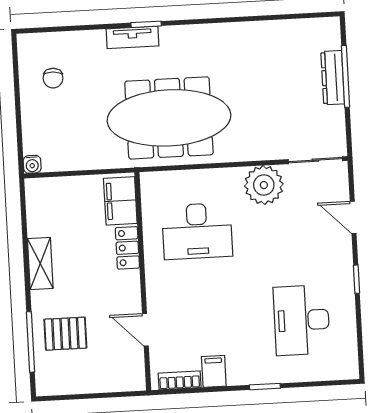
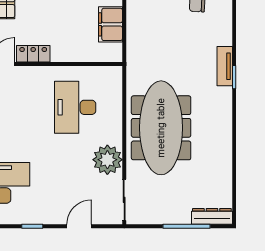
dresser: (333, 78) -> (212, 216), moved
meeting table: (169, 118) -> (161, 128), moved
filing cabinet: (120, 201) -> (110, 24), moved, turned -90
locker: (127, 248) -> (33, 54), moved

